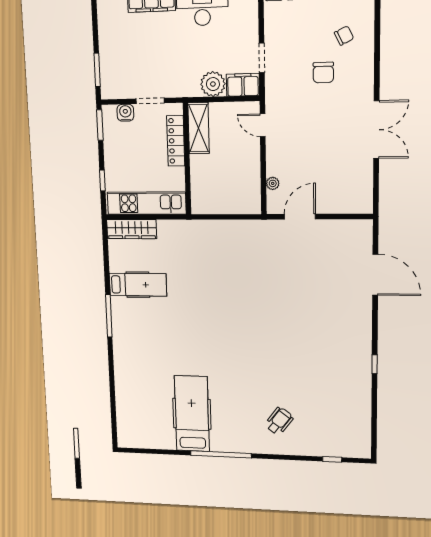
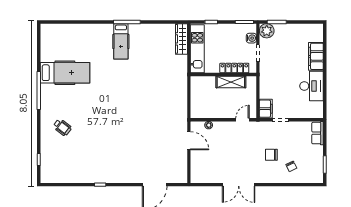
plant: (213, 84) -> (267, 31), moved
shelving: (199, 128) -> (231, 82), moved
hospital bed: (138, 285) -> (121, 41), moved

